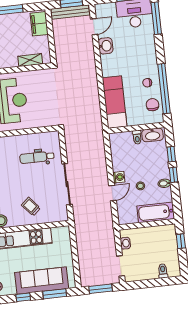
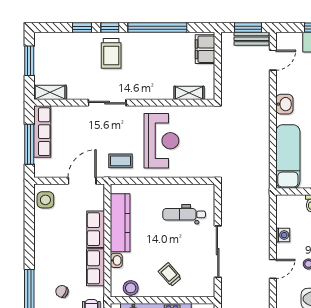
bench: (70, 12) -> (252, 39), width x0.73
washbasin: (106, 46) -> (284, 104), moved
washing machine: (119, 177) -> (283, 235), moved

